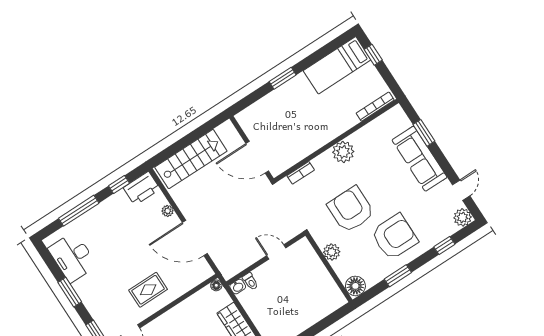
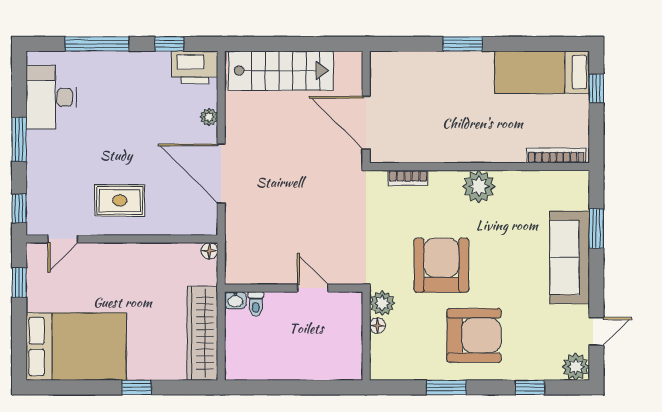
door: (276, 252) -> (313, 288), moved
wall: (266, 259) -> (294, 288), moved
toilet: (250, 281) -> (256, 304), moved
floor lamp: (355, 286) -> (377, 326), moved, width x0.53, depth x0.53
washbasin: (238, 287) -> (235, 300), moved

